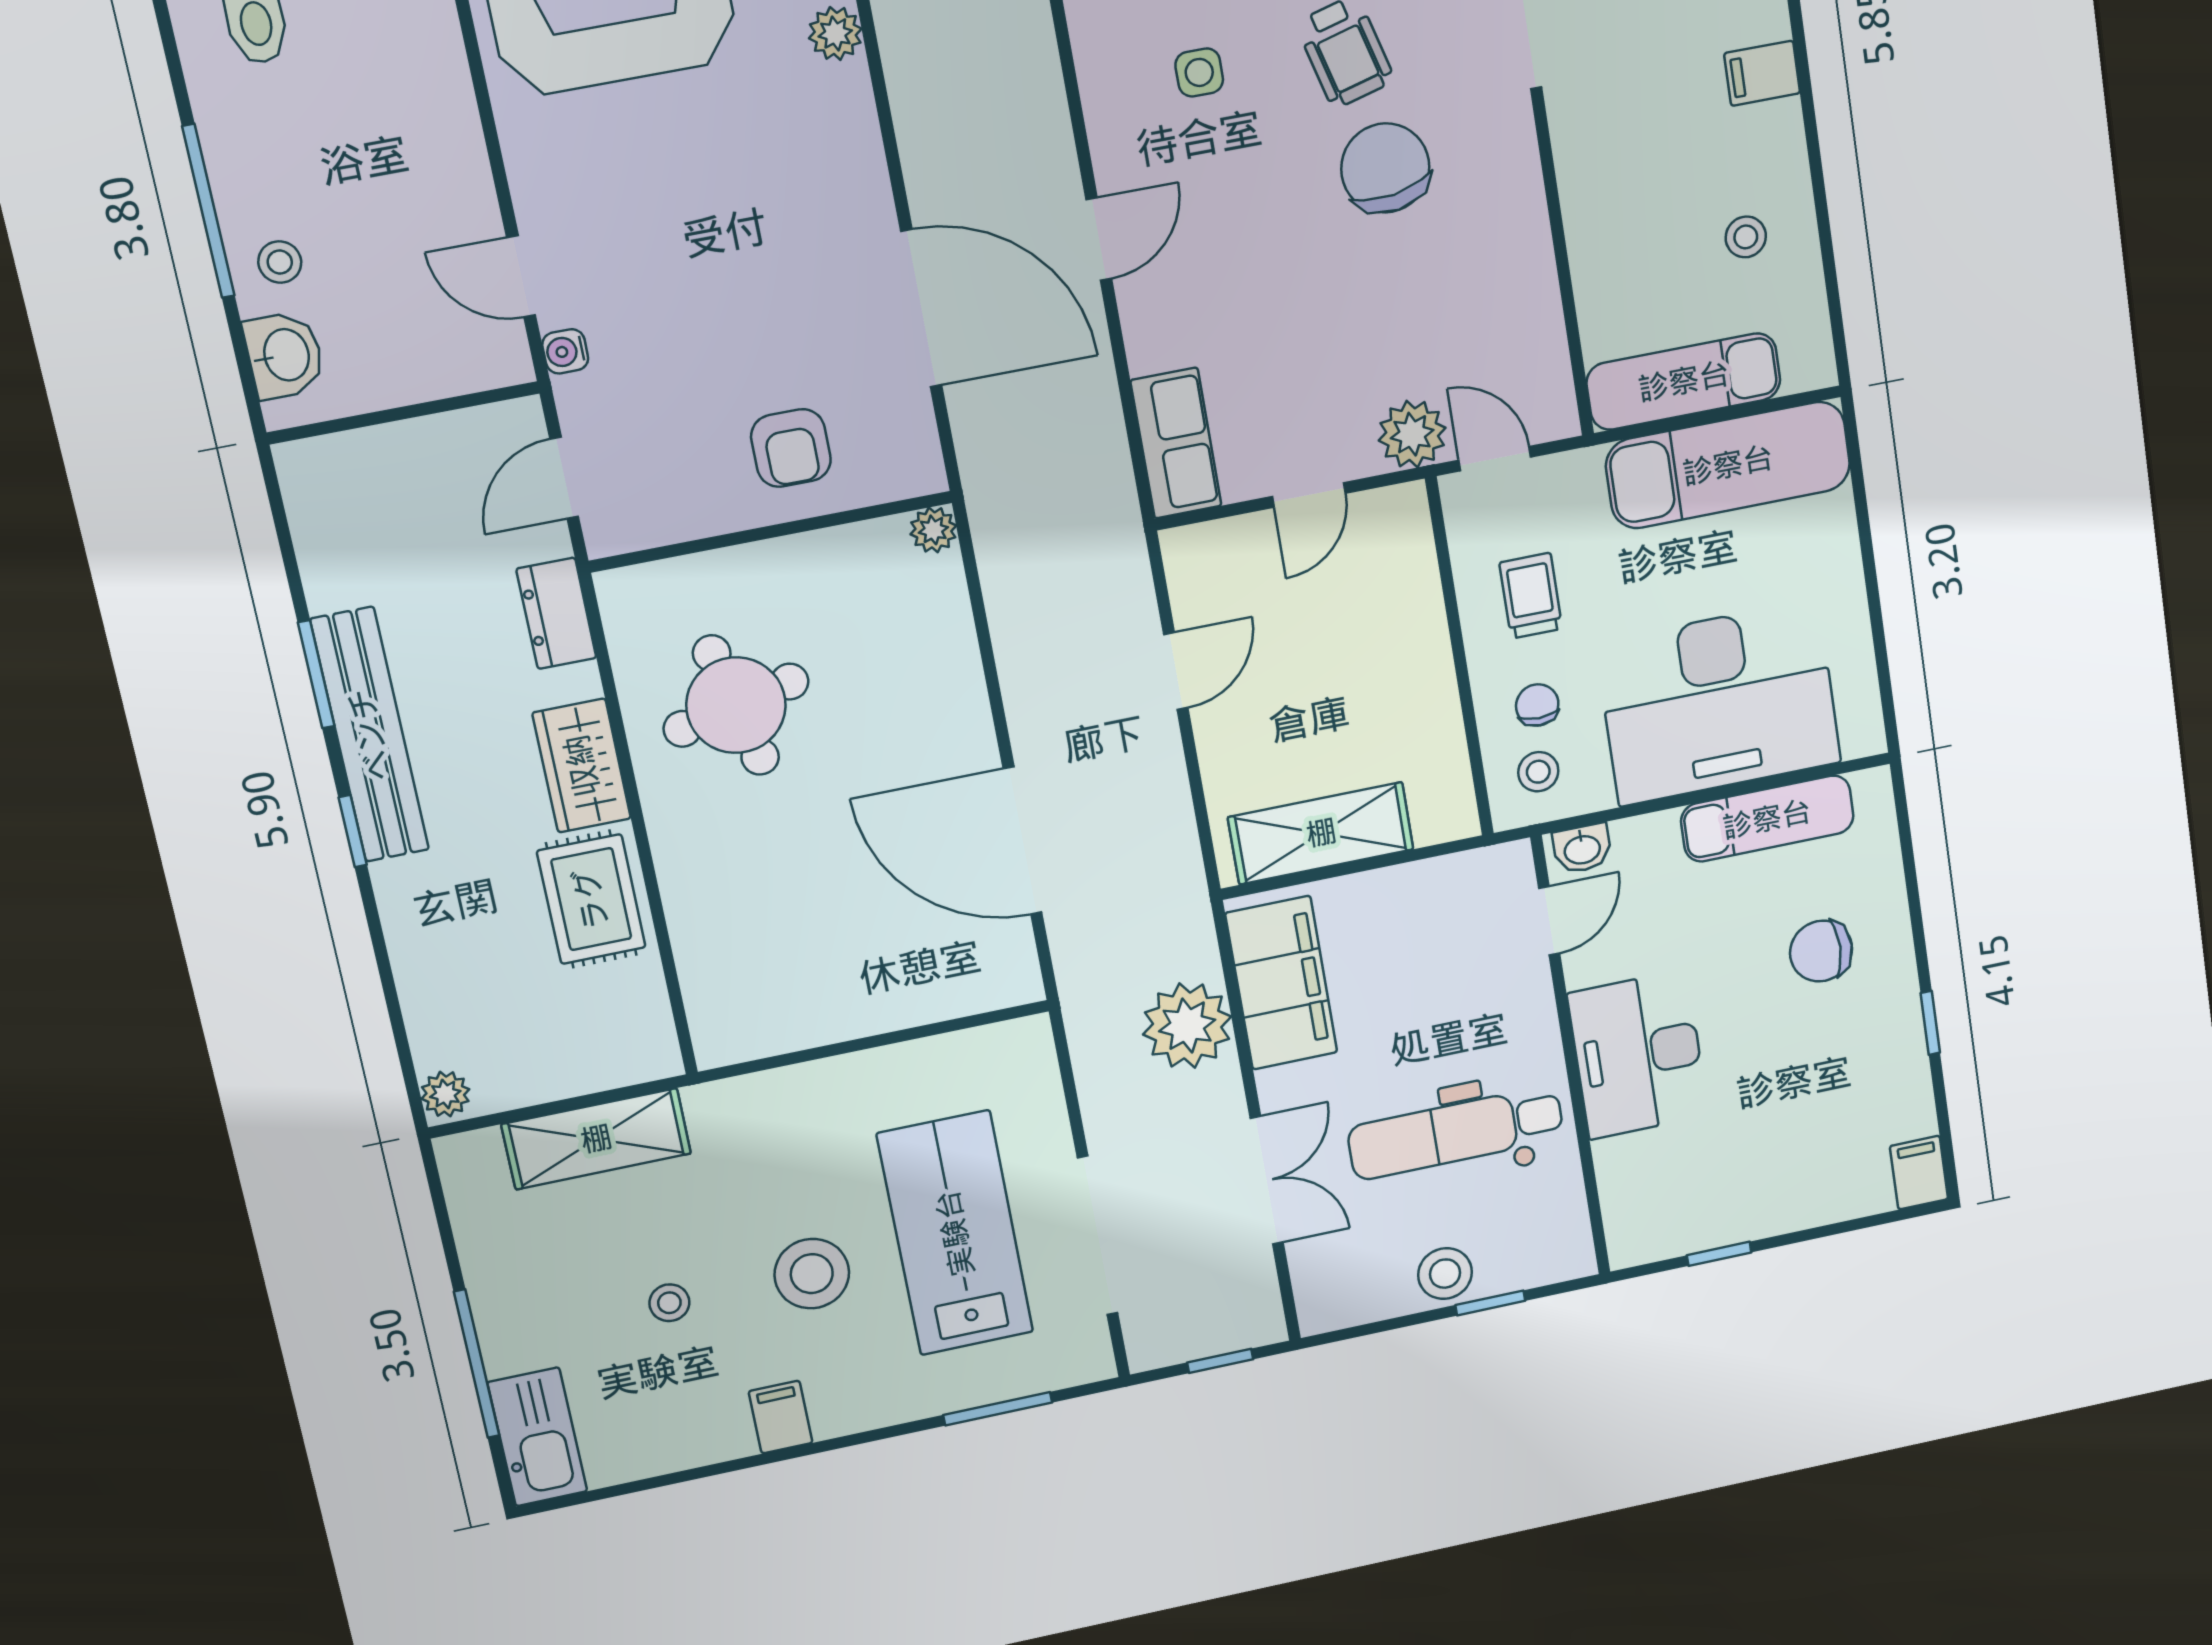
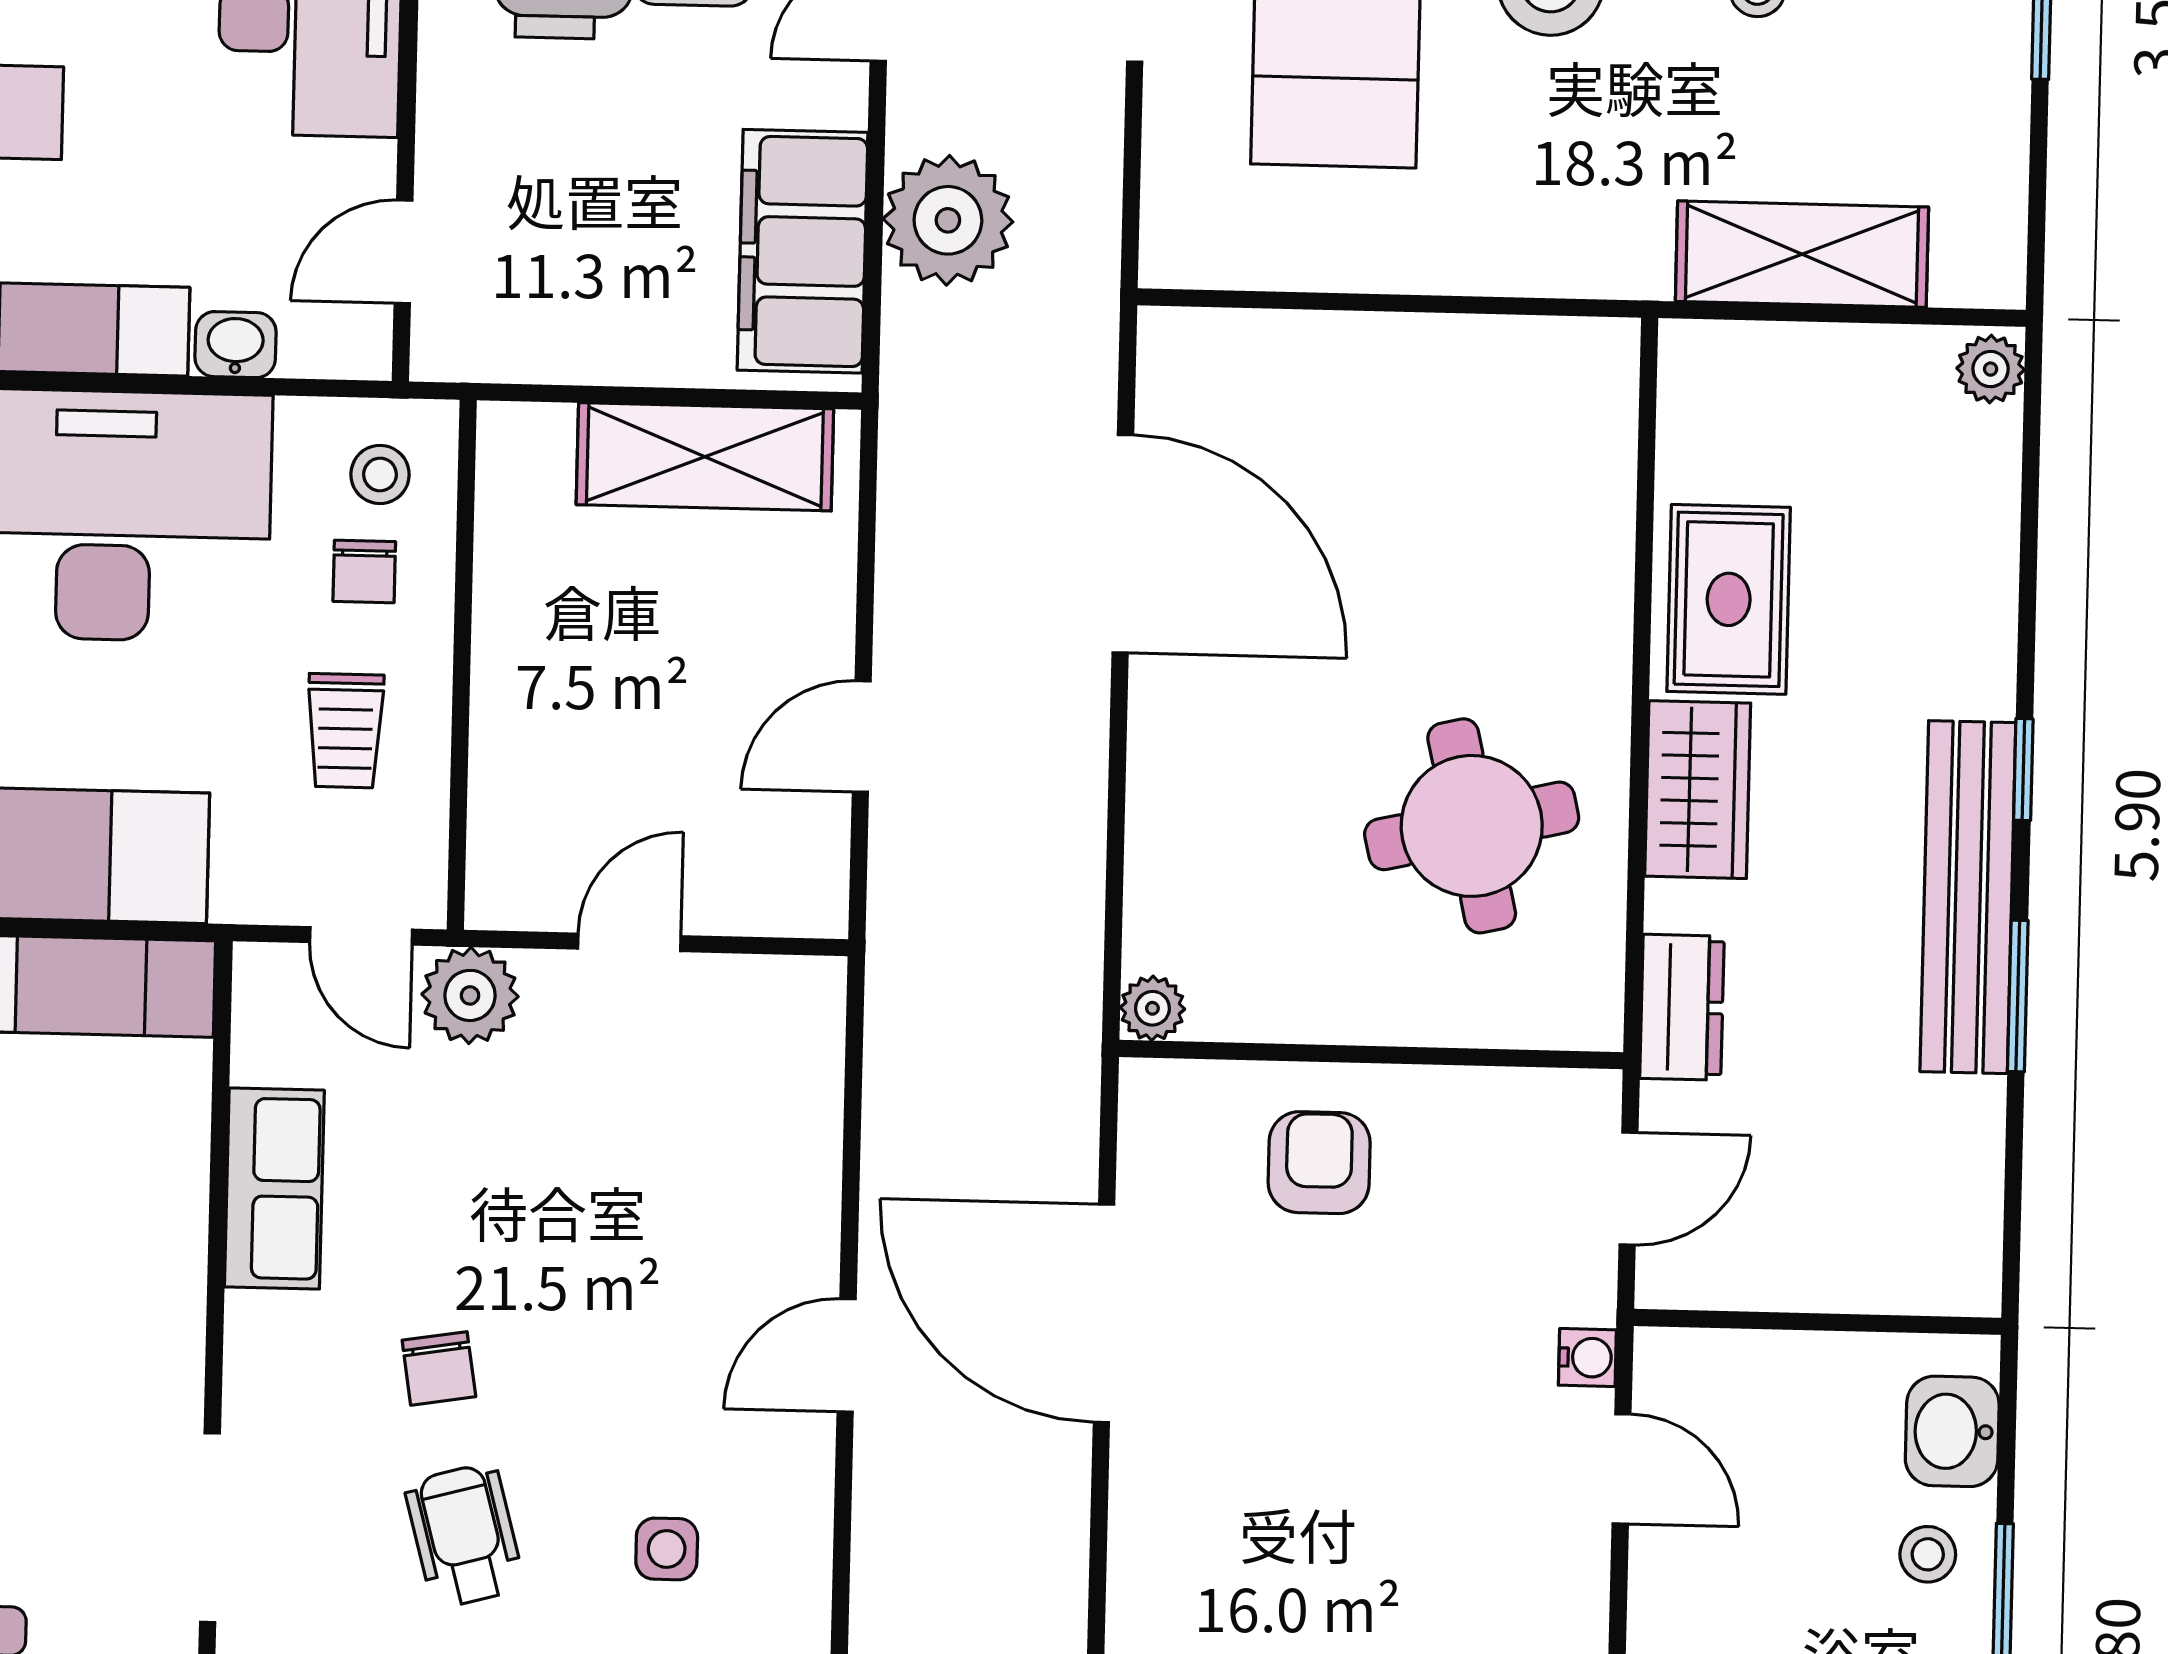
chair: (1385, 168) -> (439, 1368), width x0.54, depth x0.54
row of seats: (1176, 443) -> (274, 1189), moved, turned 180
washbasin: (1582, 849) -> (236, 345), moved

